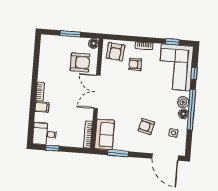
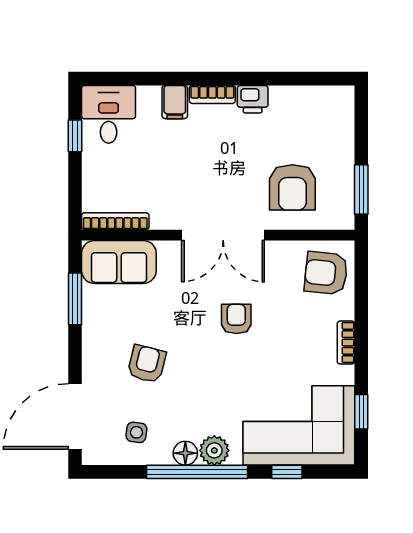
window: (70, 34) -> (361, 190), moved
floor lamp: (94, 43) -> (342, 217), removed
armchair: (135, 64) -> (236, 319), moved
printer: (43, 76) -> (253, 99), added
double door: (97, 92) -> (223, 235), swing flipped

